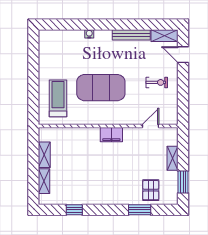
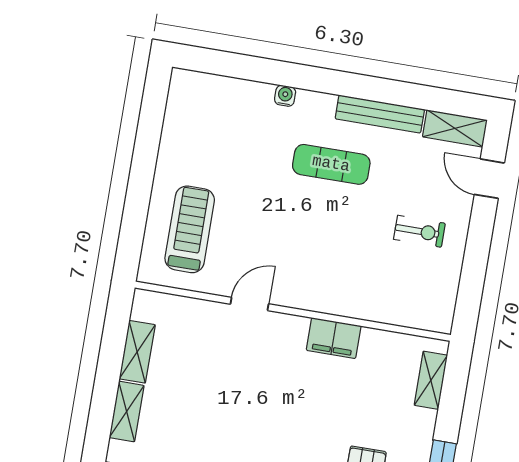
exercise mat: (101, 88) -> (331, 164), moved, width x0.50, depth x0.69
door: (150, 126) -> (250, 304), moved
filing cabinet: (111, 135) -> (334, 338), moved
shelving: (173, 158) -> (431, 380), moved

